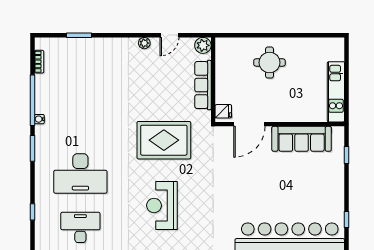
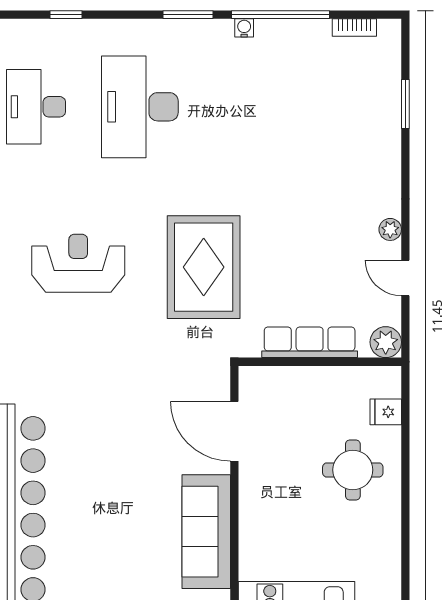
fridge: (223, 111) -> (386, 412), moved, turned 90
desk: (80, 227) -> (36, 107), turned 180

